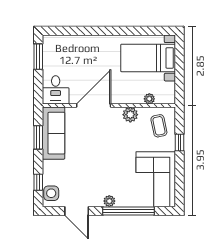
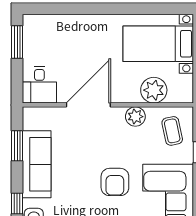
plant: (149, 99) -> (154, 90), width x1.88, depth x1.88
sofa: (53, 133) -> (37, 164), moved
armchair: (114, 166) -> (115, 182), added

